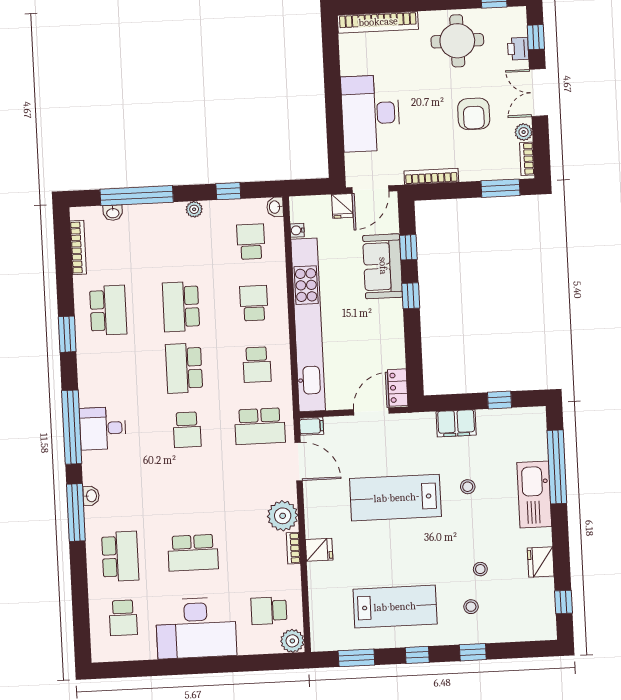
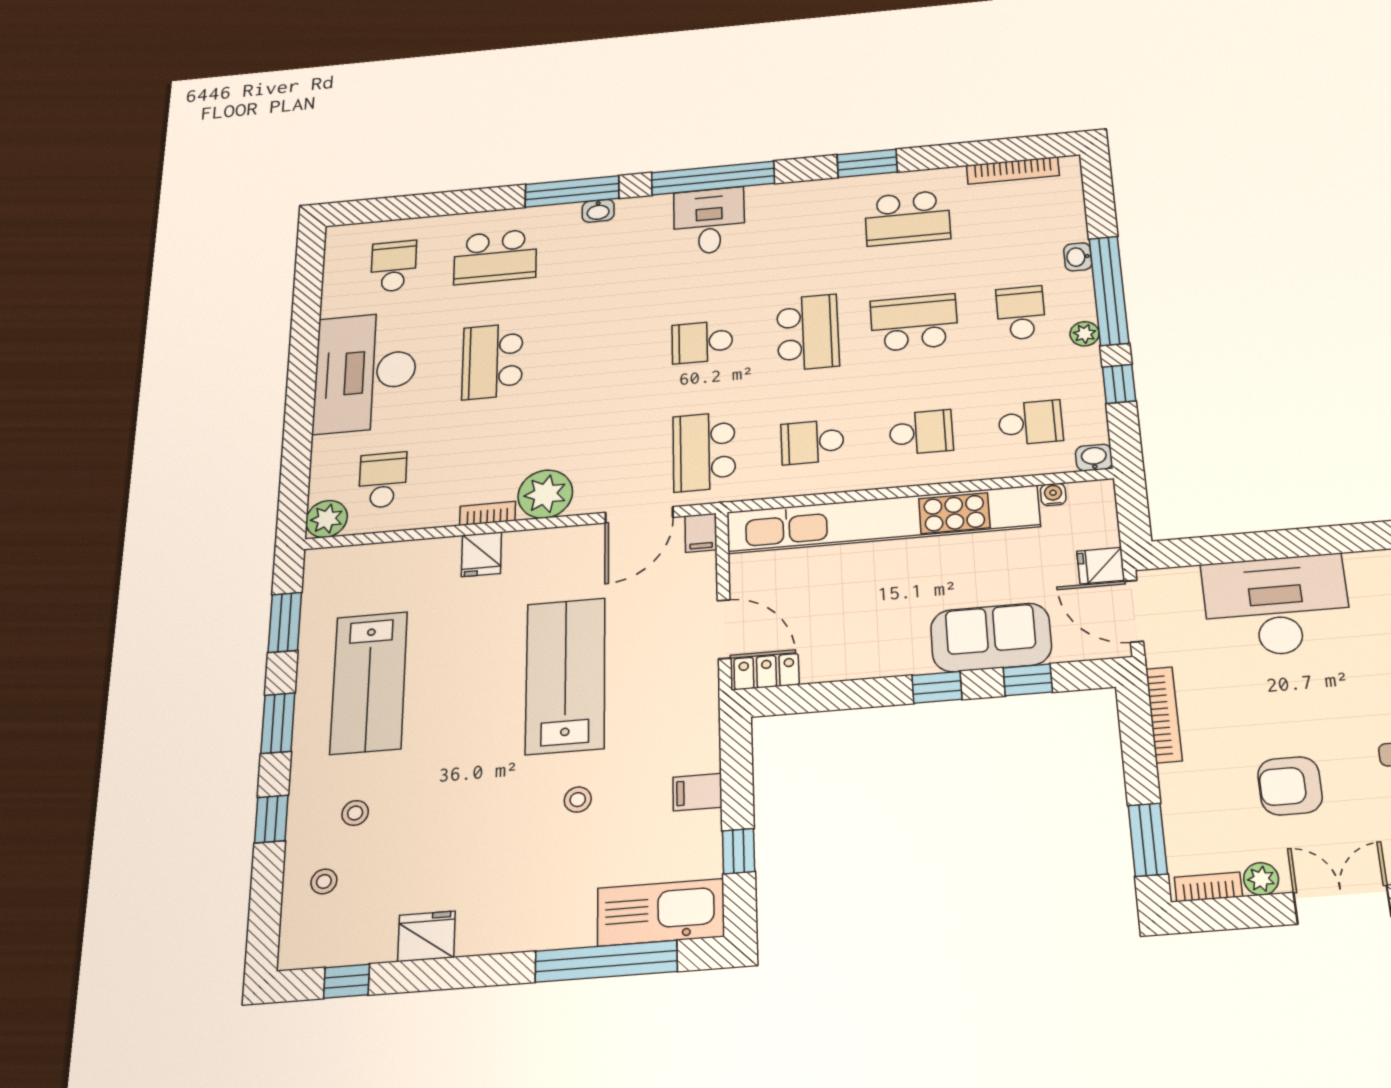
window: (137, 196) -> (1109, 291), moved
washbasin: (113, 213) -> (1078, 257), moved
school desk: (178, 245) -> (1021, 313), added
school desk: (184, 368) -> (808, 332), turned 90
filing cabinet: (456, 423) -> (697, 792), width x0.50
kitchen sink: (534, 494) -> (661, 912), moved
stool: (480, 569) -> (324, 881), moved
school desk: (123, 618) -> (394, 266), turned 90
window: (417, 655) -> (278, 723), width x1.50

